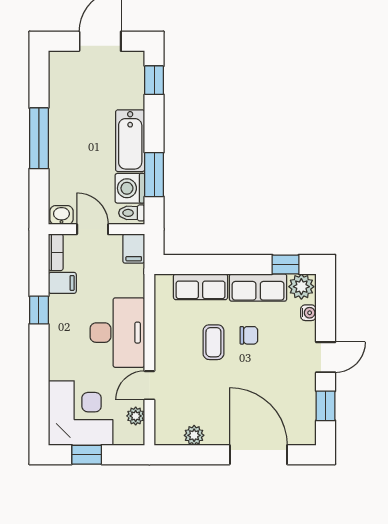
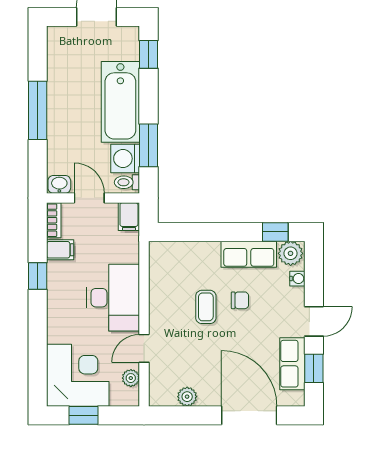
bathtub: (130, 141) -> (120, 102), width x1.36, depth x1.36
row of seats: (201, 287) -> (292, 364), moved, turned 90

